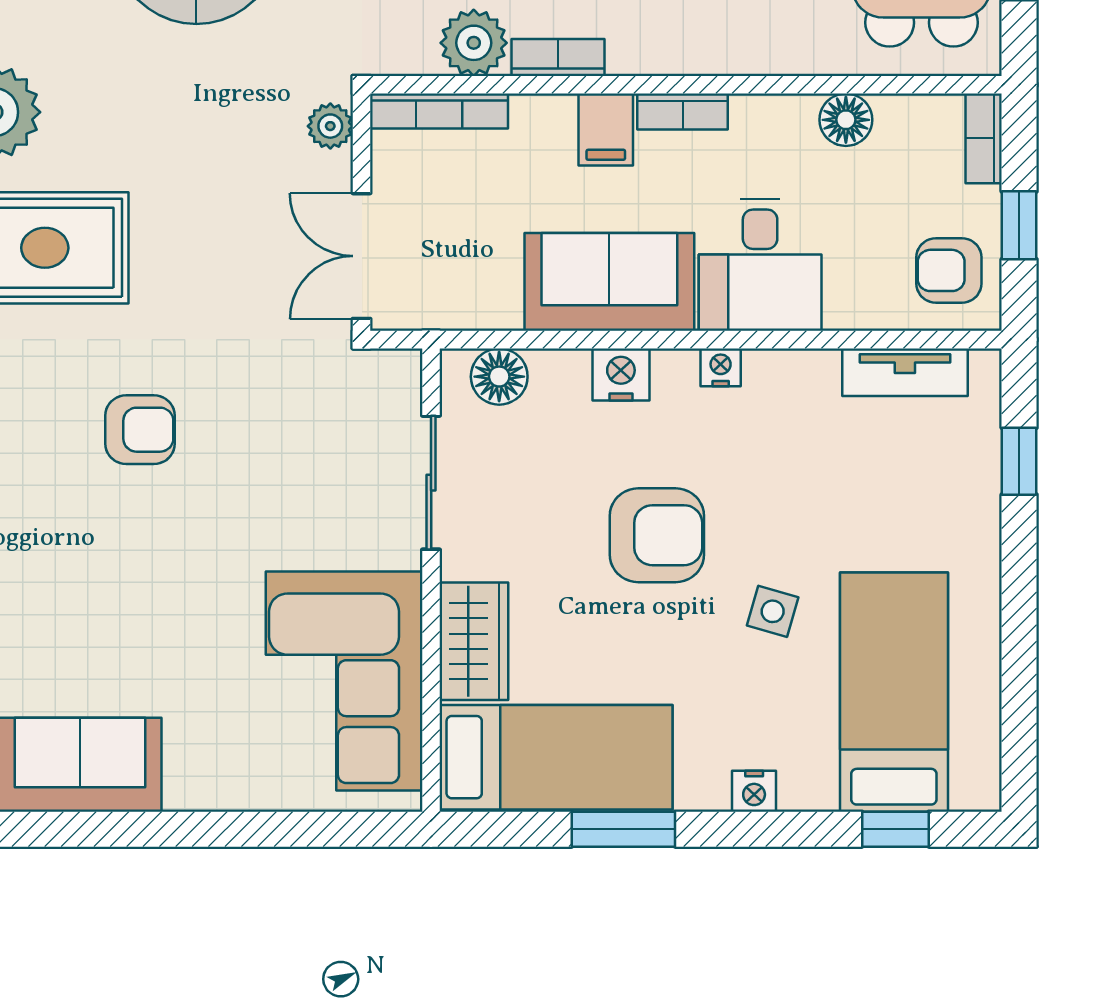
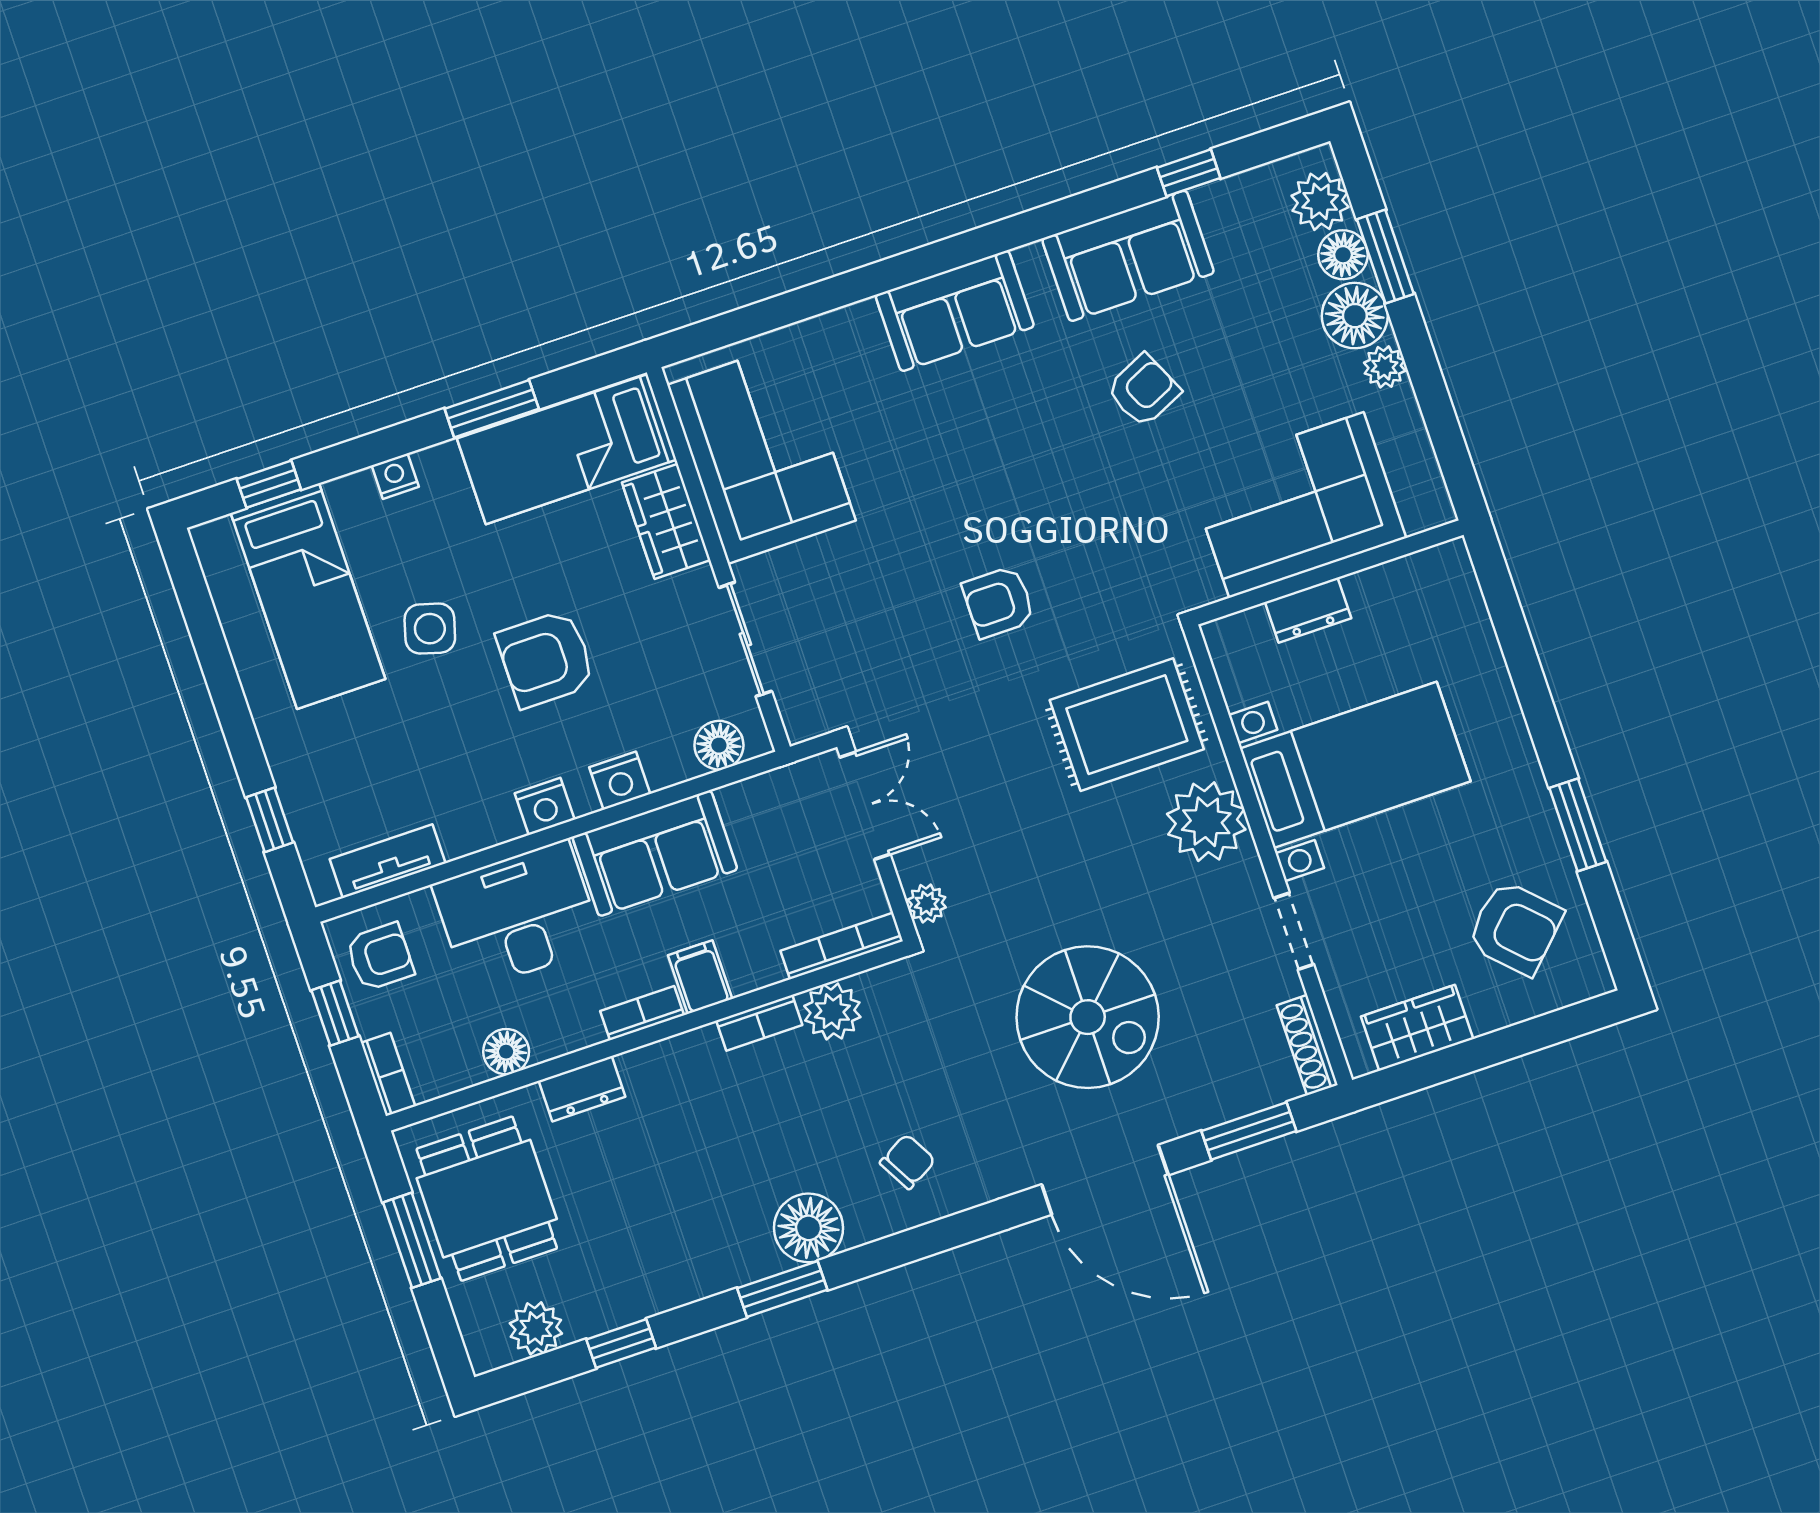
dresser: (776, 51) -> (582, 1089), added
desk: (760, 265) -> (517, 915), width x1.37
nightstand: (721, 367) -> (545, 806), width x1.39, depth x1.35
side table: (773, 611) -> (430, 629), width x1.37, depth x1.37

